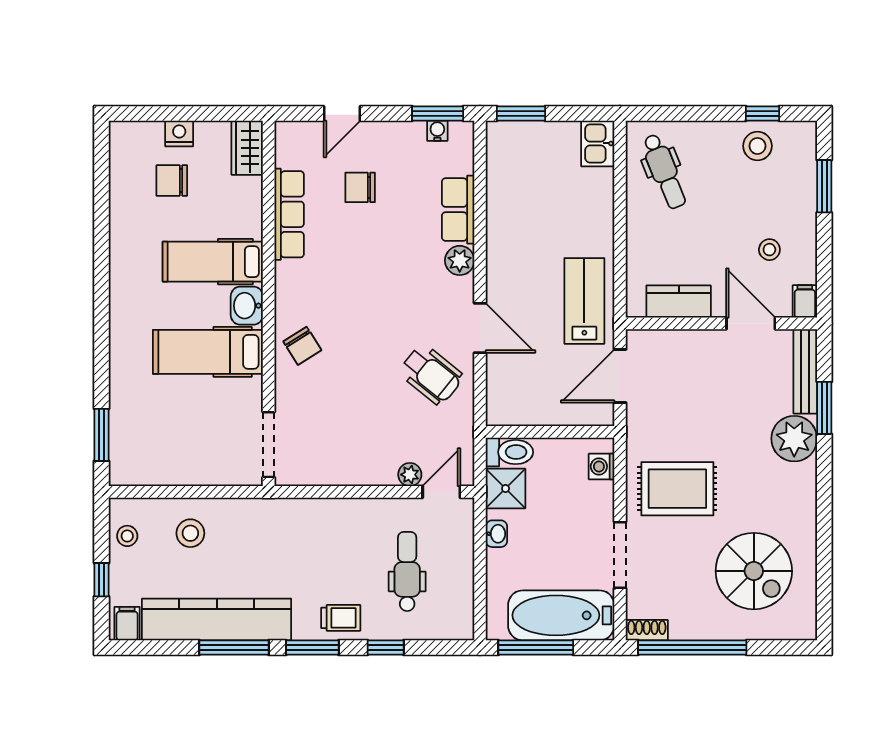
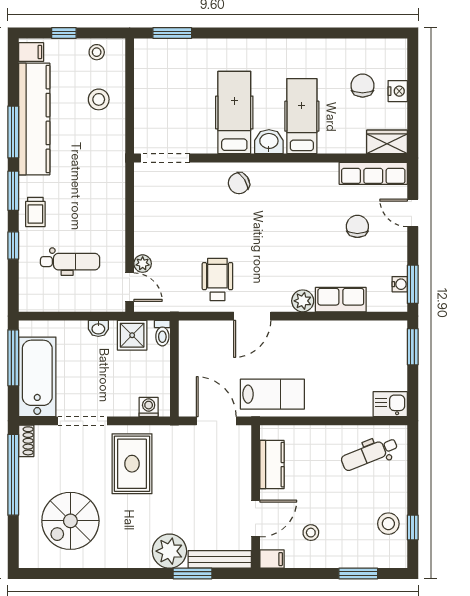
row of seats: (289, 214) -> (373, 173), moved
wheelchair: (431, 374) -> (217, 279), turned 141
toilet: (509, 452) -> (162, 333), width x0.73, depth x0.72

